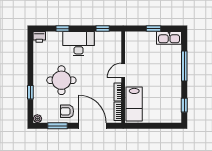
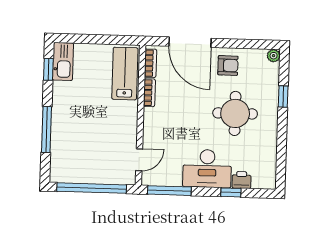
window: (103, 29) -> (169, 191), width x2.17
window: (154, 29) -> (92, 188), width x3.17
printer: (39, 37) -> (242, 180), moved
kitchen sink: (169, 38) -> (63, 61), moved, turned 90
door: (123, 70) -> (139, 160), moved
window: (57, 126) -> (243, 44), removed

